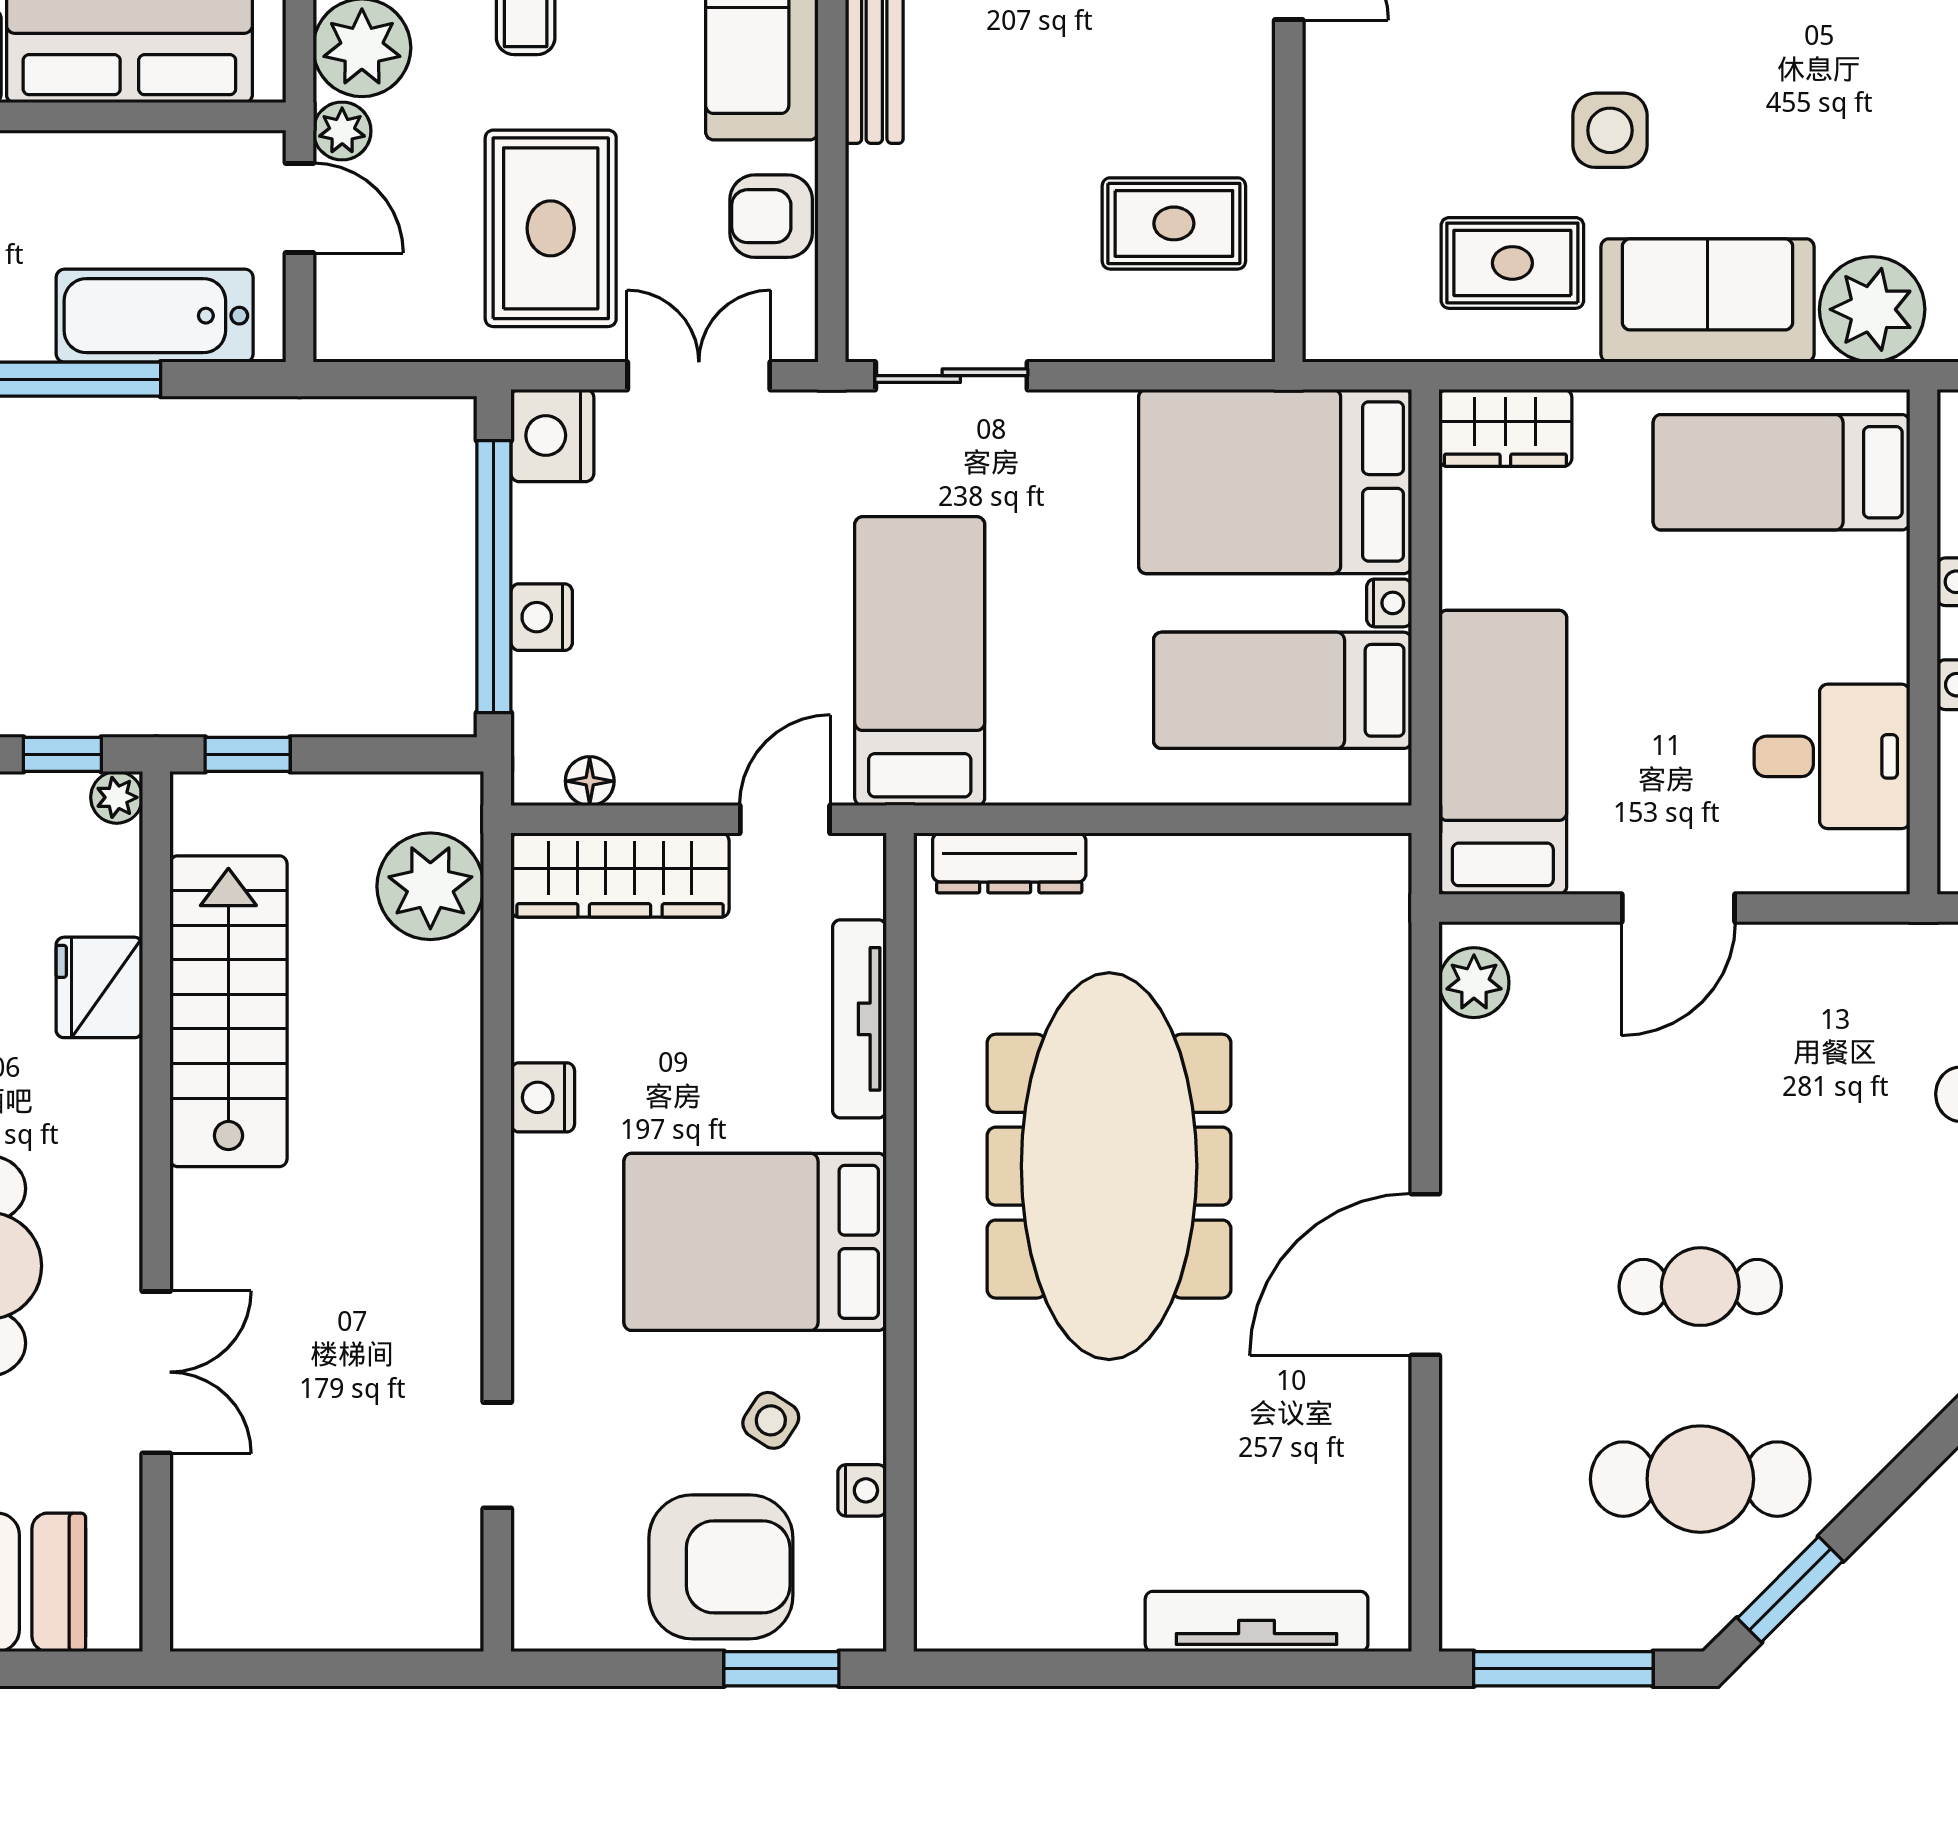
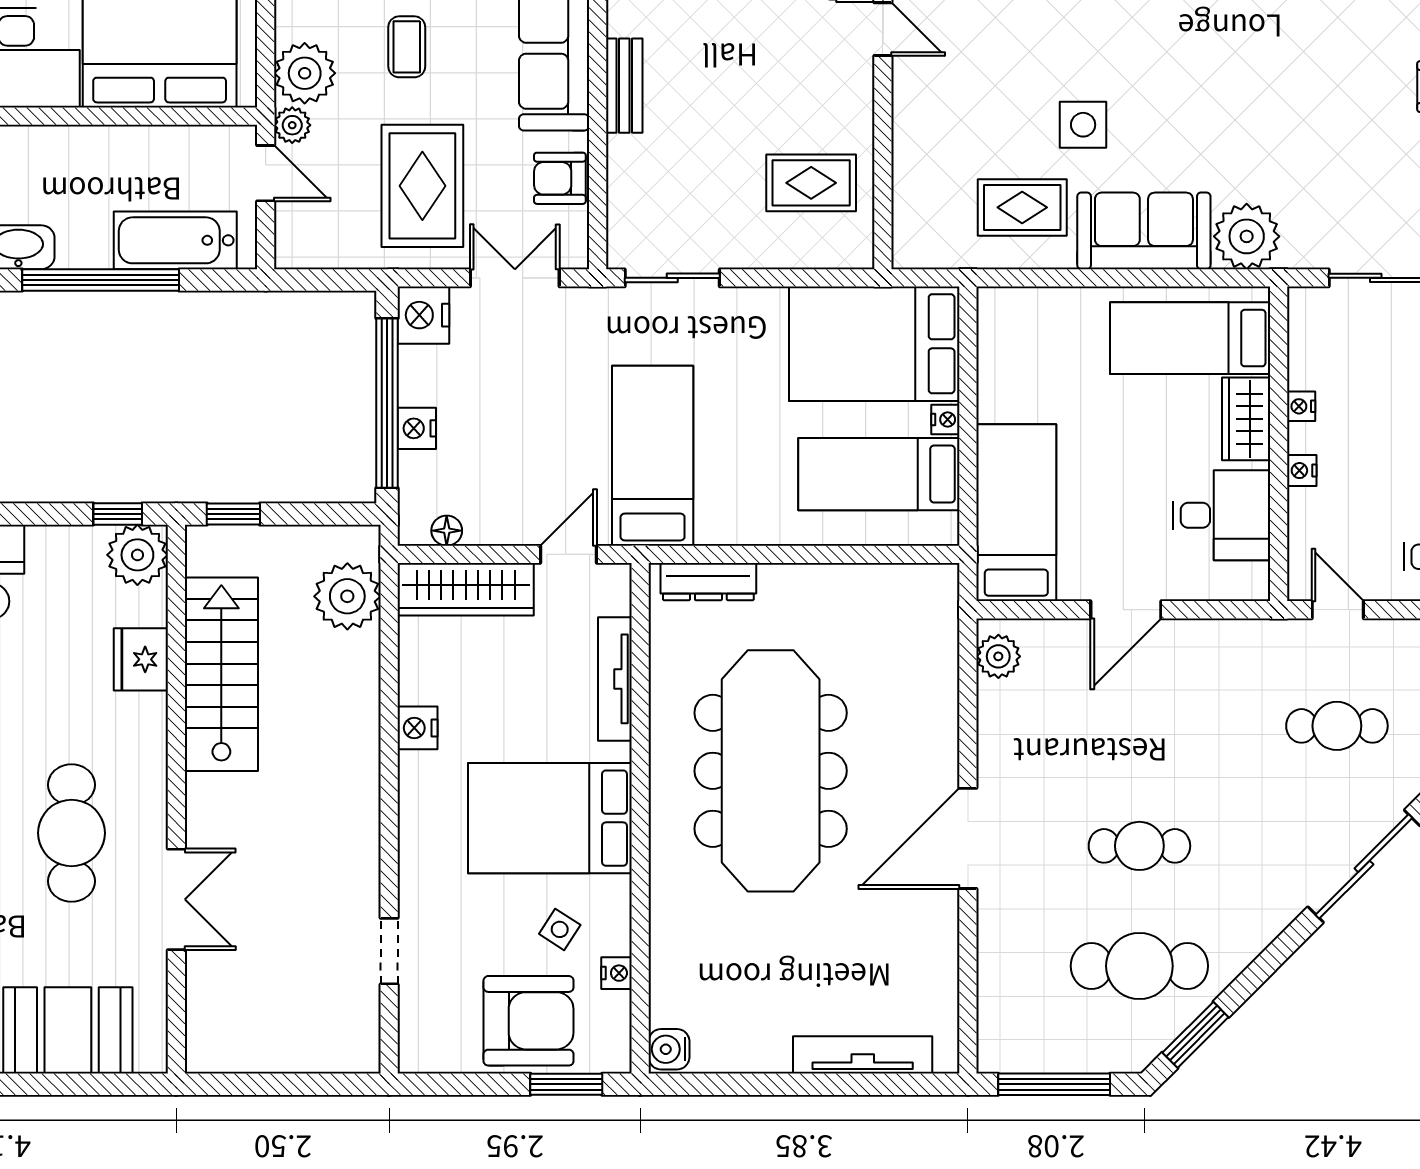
wardrobe: (1505, 428) -> (1246, 419), moved, turned 90
plant: (117, 797) -> (137, 555), width x1.88, depth x1.88
water cooler: (946, 1612) -> (669, 1049), added

